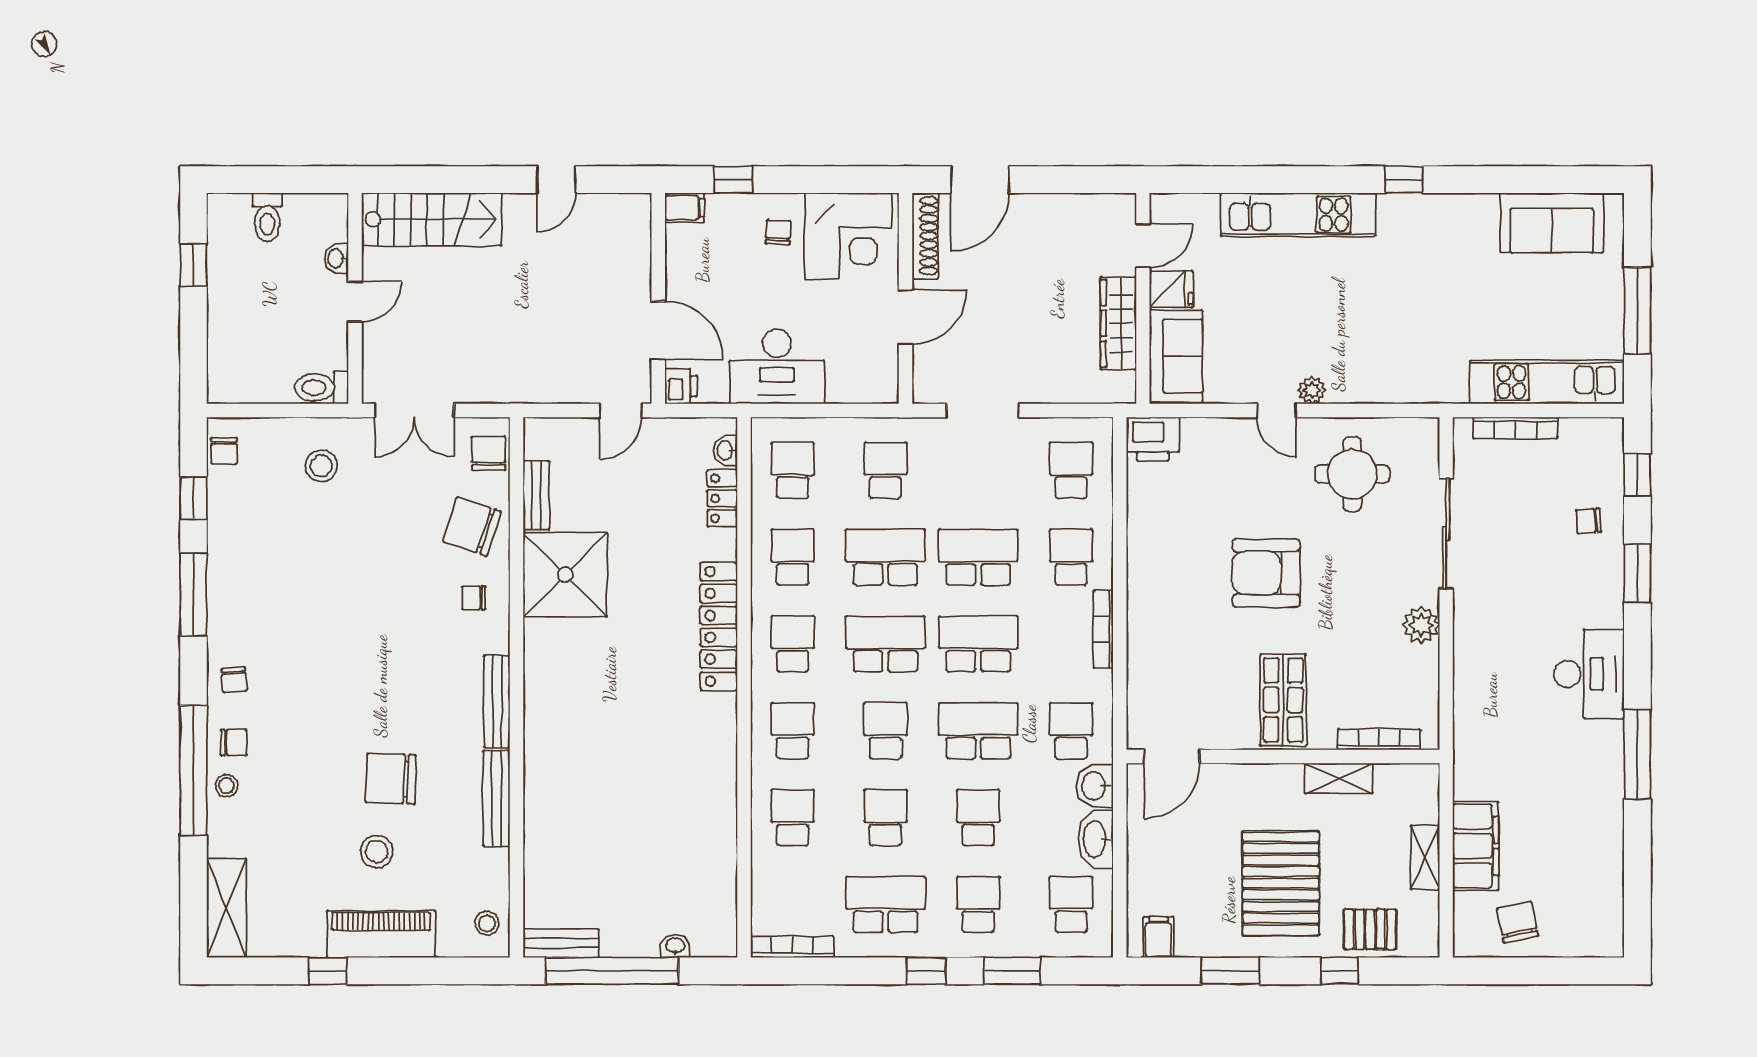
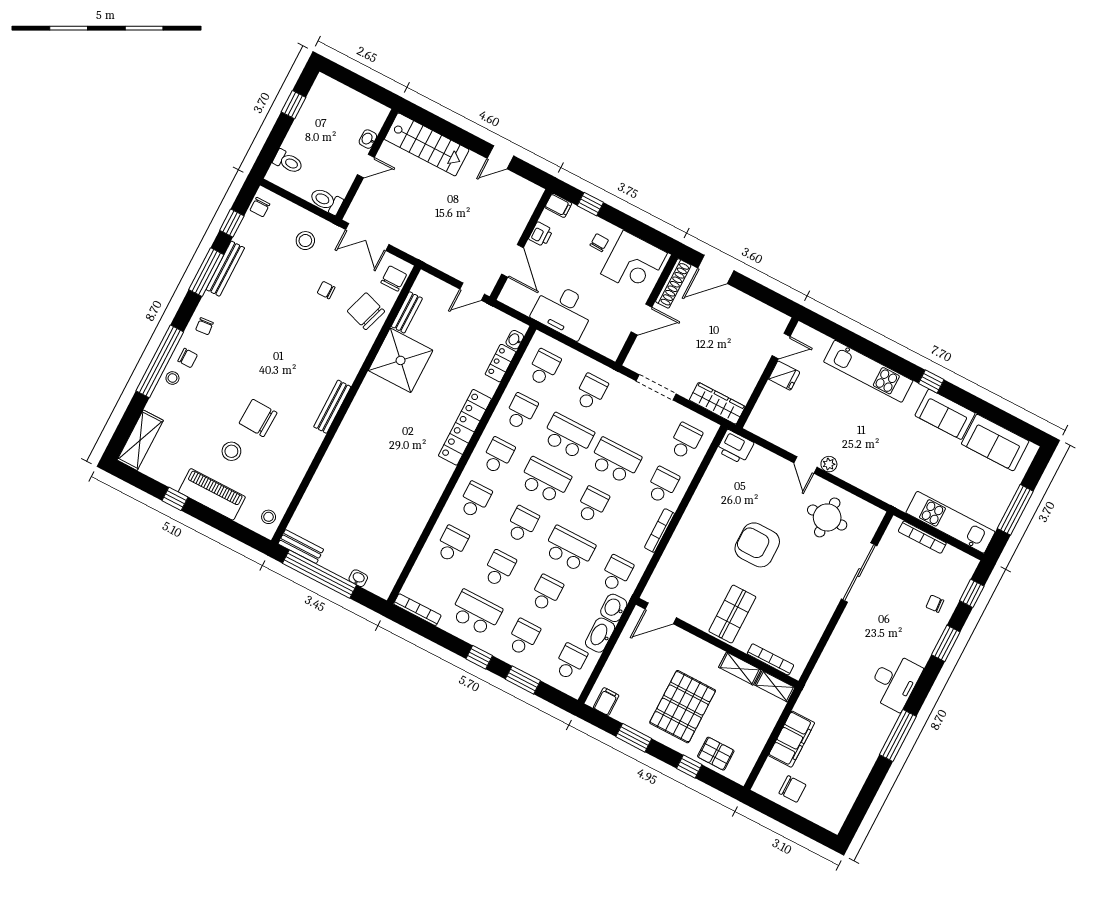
toilet: (267, 217) -> (288, 162), moved, turned -90
wardrobe: (1118, 323) -> (717, 403), moved, turned 90
sofa: (1176, 356) -> (945, 414), moved, turned 90
printer: (681, 386) -> (541, 234), moved
chair: (474, 598) -> (326, 290), moved
plant: (1421, 625) -> (822, 612), removed
school desk: (978, 644) -> (592, 505), width x0.54
bench: (496, 798) -> (225, 269), moved
shelving: (1425, 857) -> (775, 686), moved, turned 90
chair: (1517, 922) -> (792, 789), turned 102

